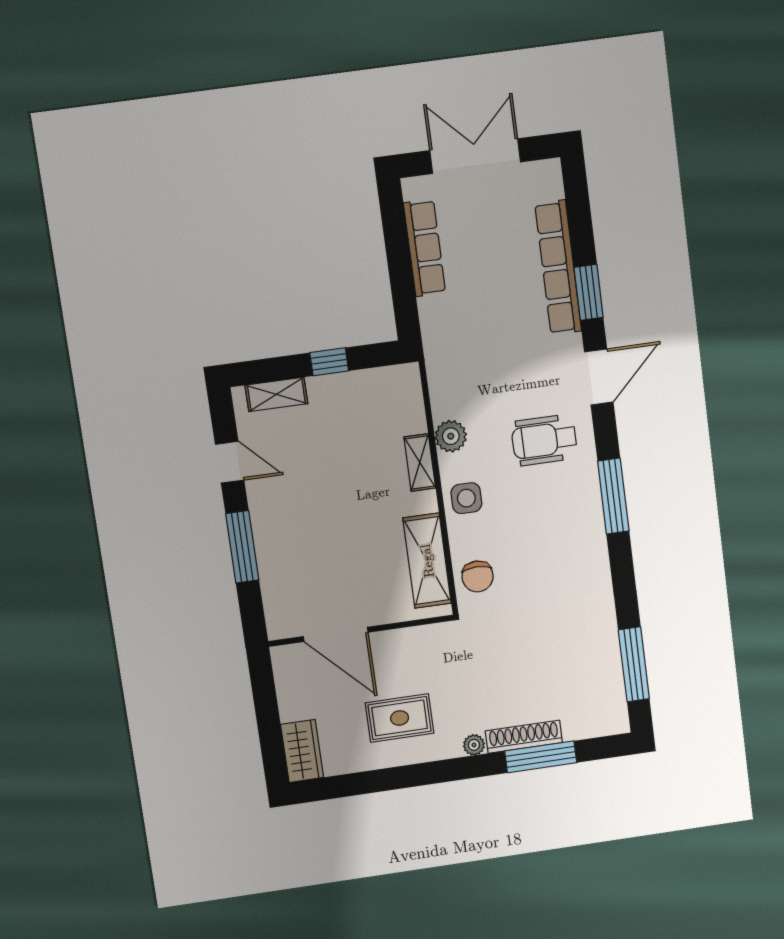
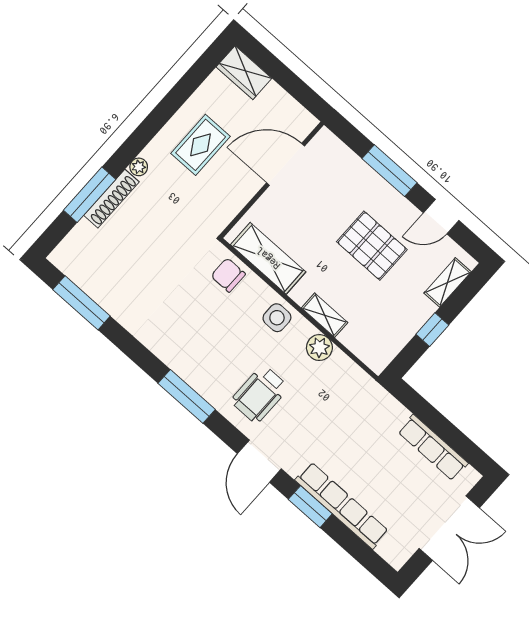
wheelchair: (544, 440) -> (260, 394), turned 180
pallet: (319, 490) -> (372, 246), added

